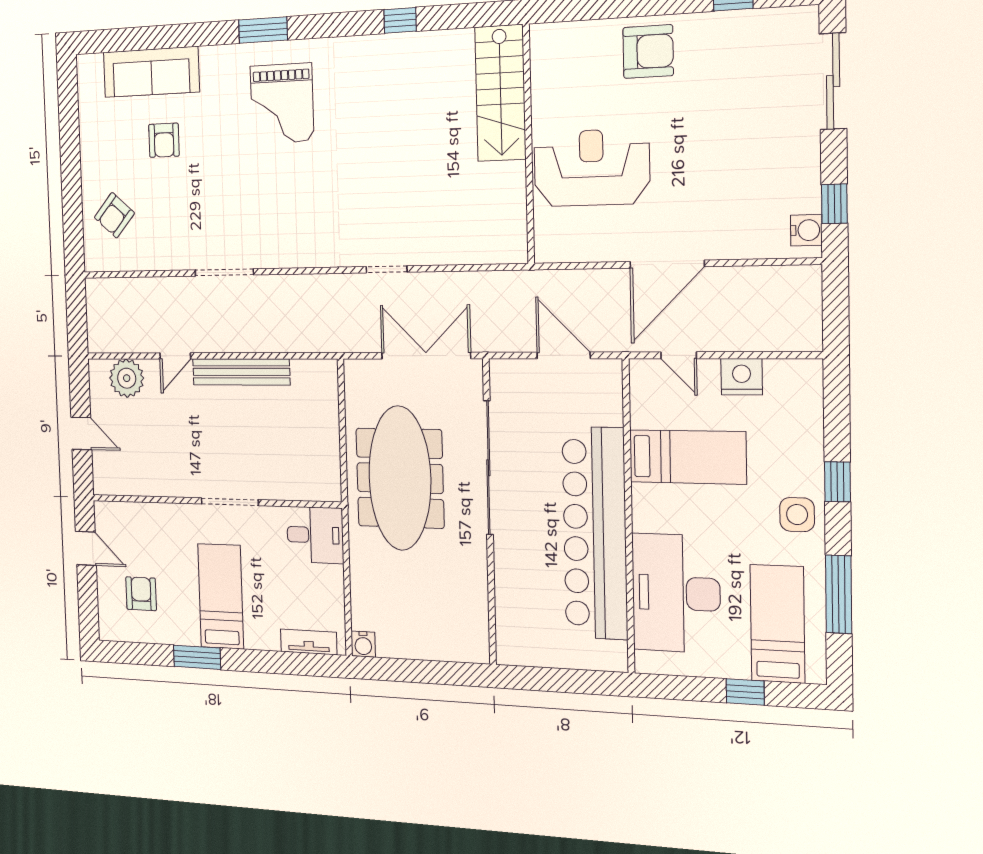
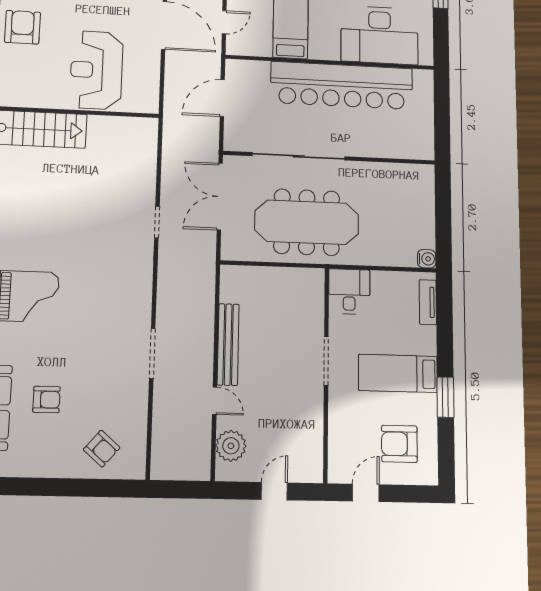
armchair: (141, 594) -> (399, 444), width x1.38, depth x1.38

